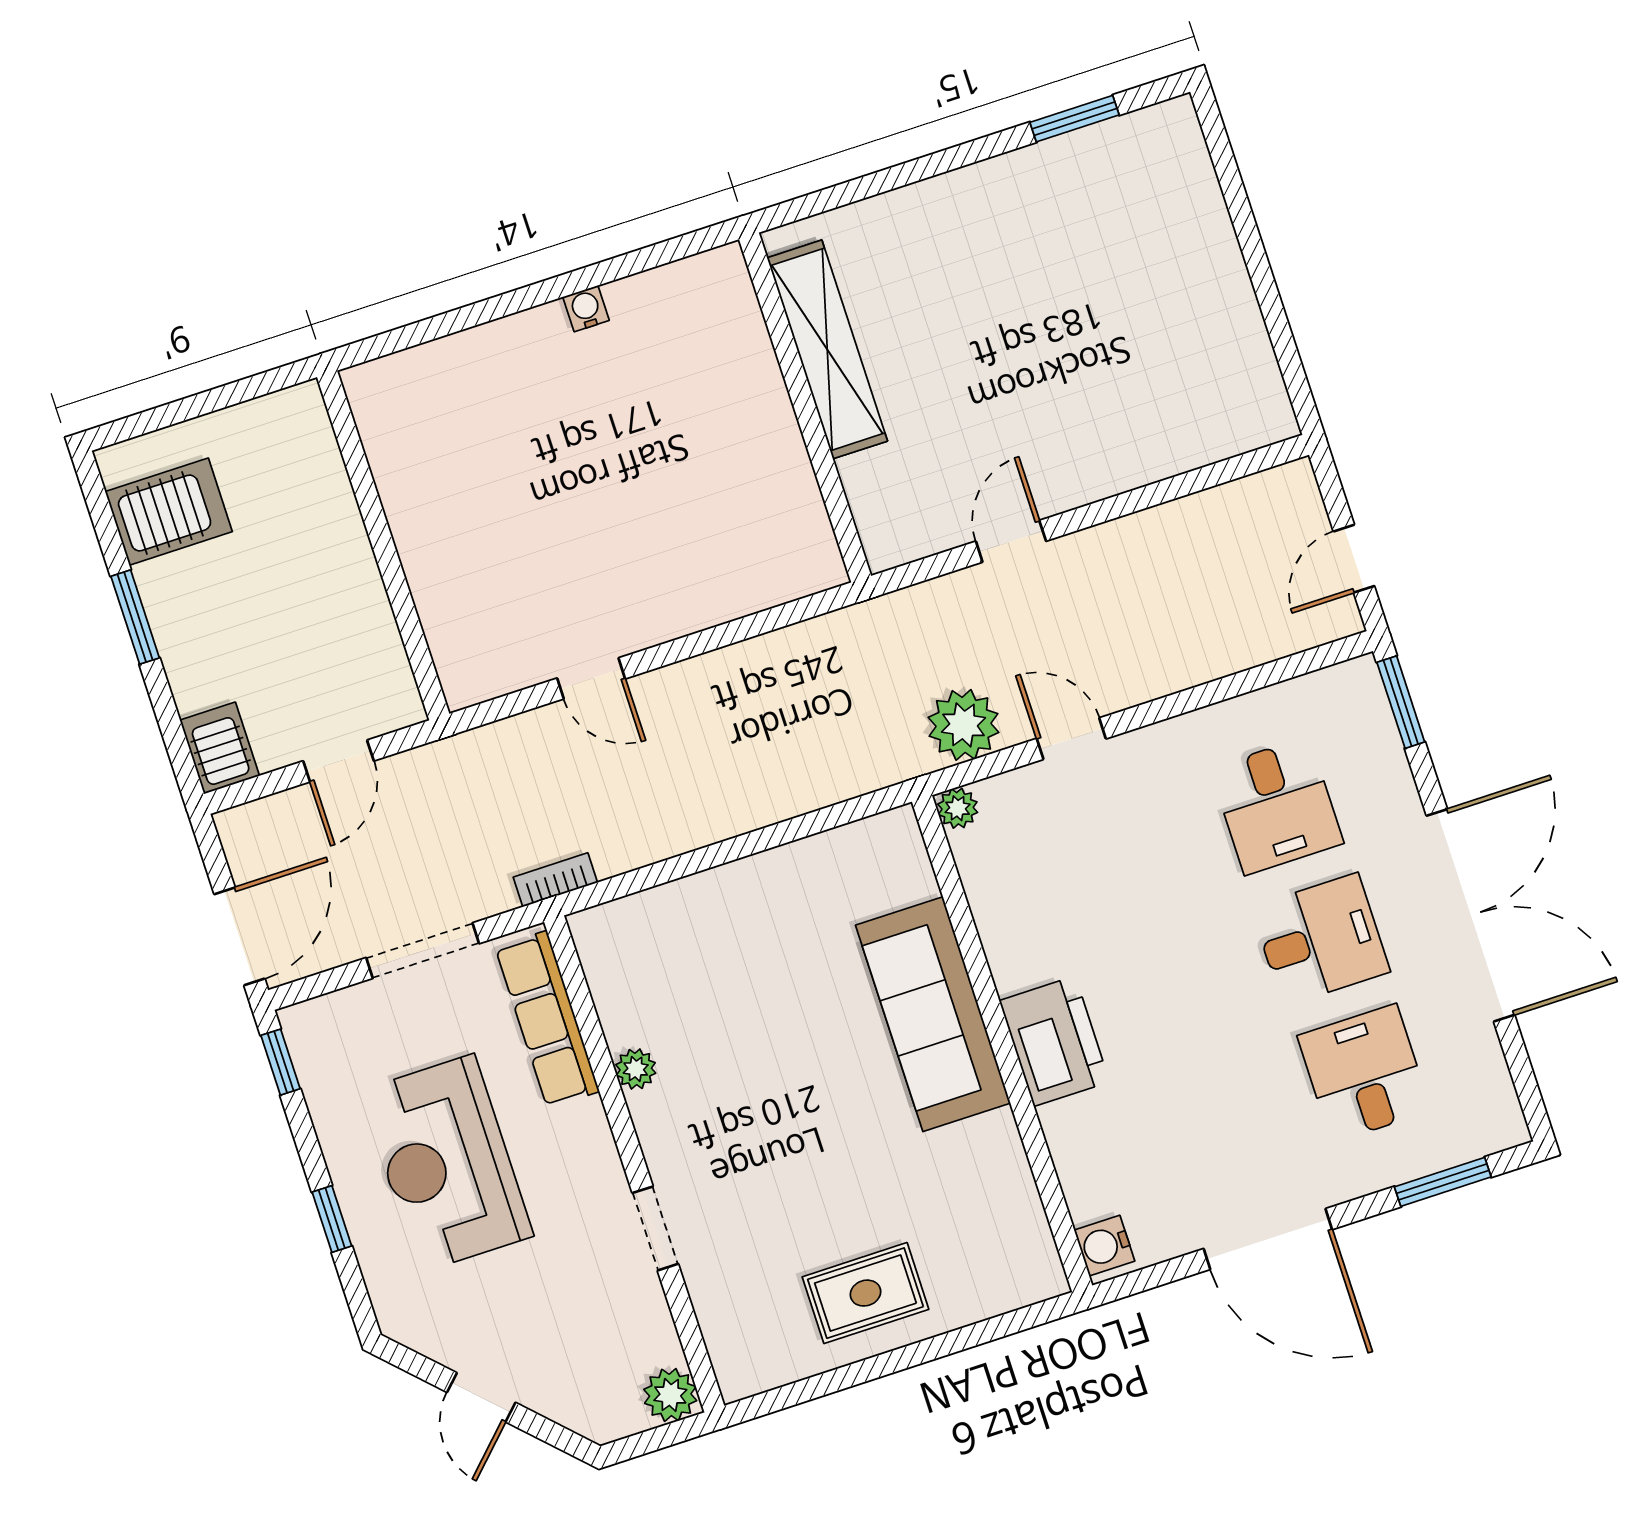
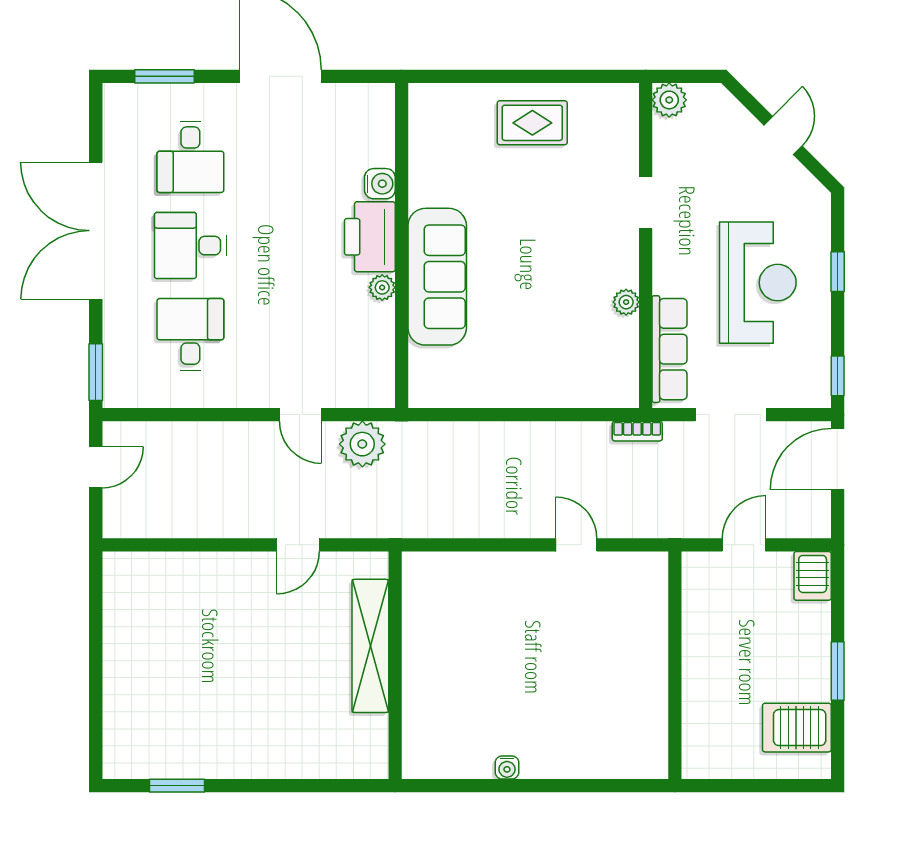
shelving: (827, 349) -> (370, 646), moved
plant: (958, 808) -> (382, 287), moved
water cooler: (1104, 1246) -> (380, 184), moved

